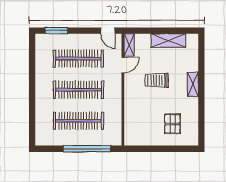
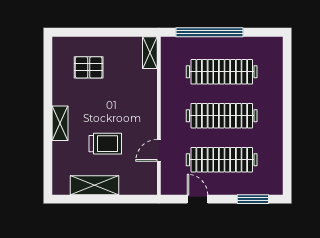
door: (108, 31) -> (198, 199), moved
shelving: (129, 45) -> (150, 53), moved
trolley: (157, 80) -> (105, 144), moved
pallet: (173, 124) -> (89, 67), turned 90

